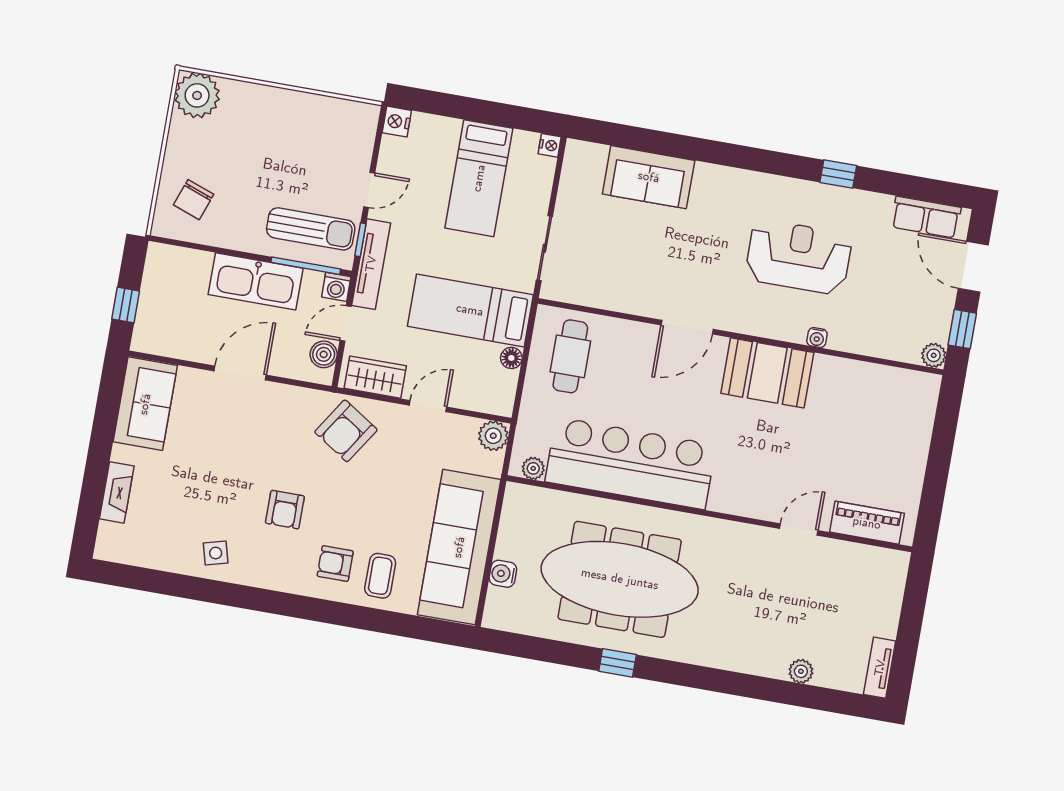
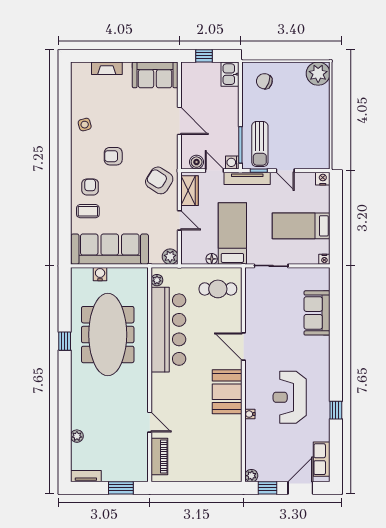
reception desk: (798, 257) -> (290, 397), turned 180
kitchen sink: (256, 281) -> (230, 74), moved, width x0.53, depth x0.81
window: (914, 605) -> (121, 488), added

